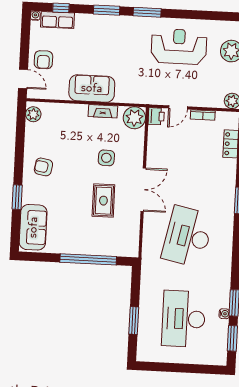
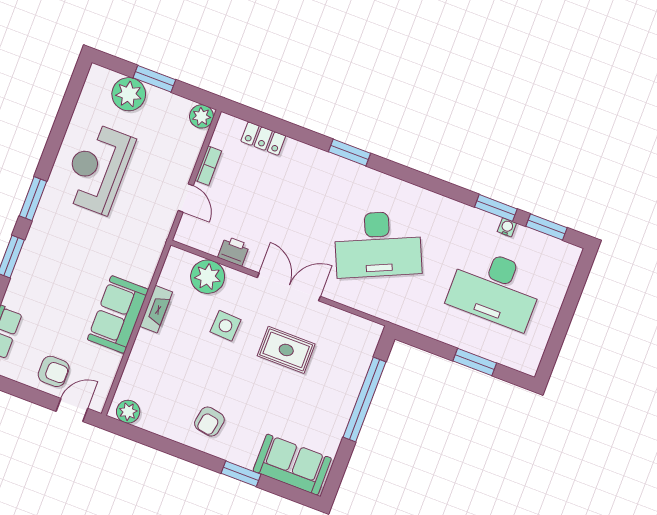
printer: (156, 116) -> (234, 251), moved
plant: (134, 118) -> (208, 277), moved
desk: (188, 237) -> (378, 244), turned -36

